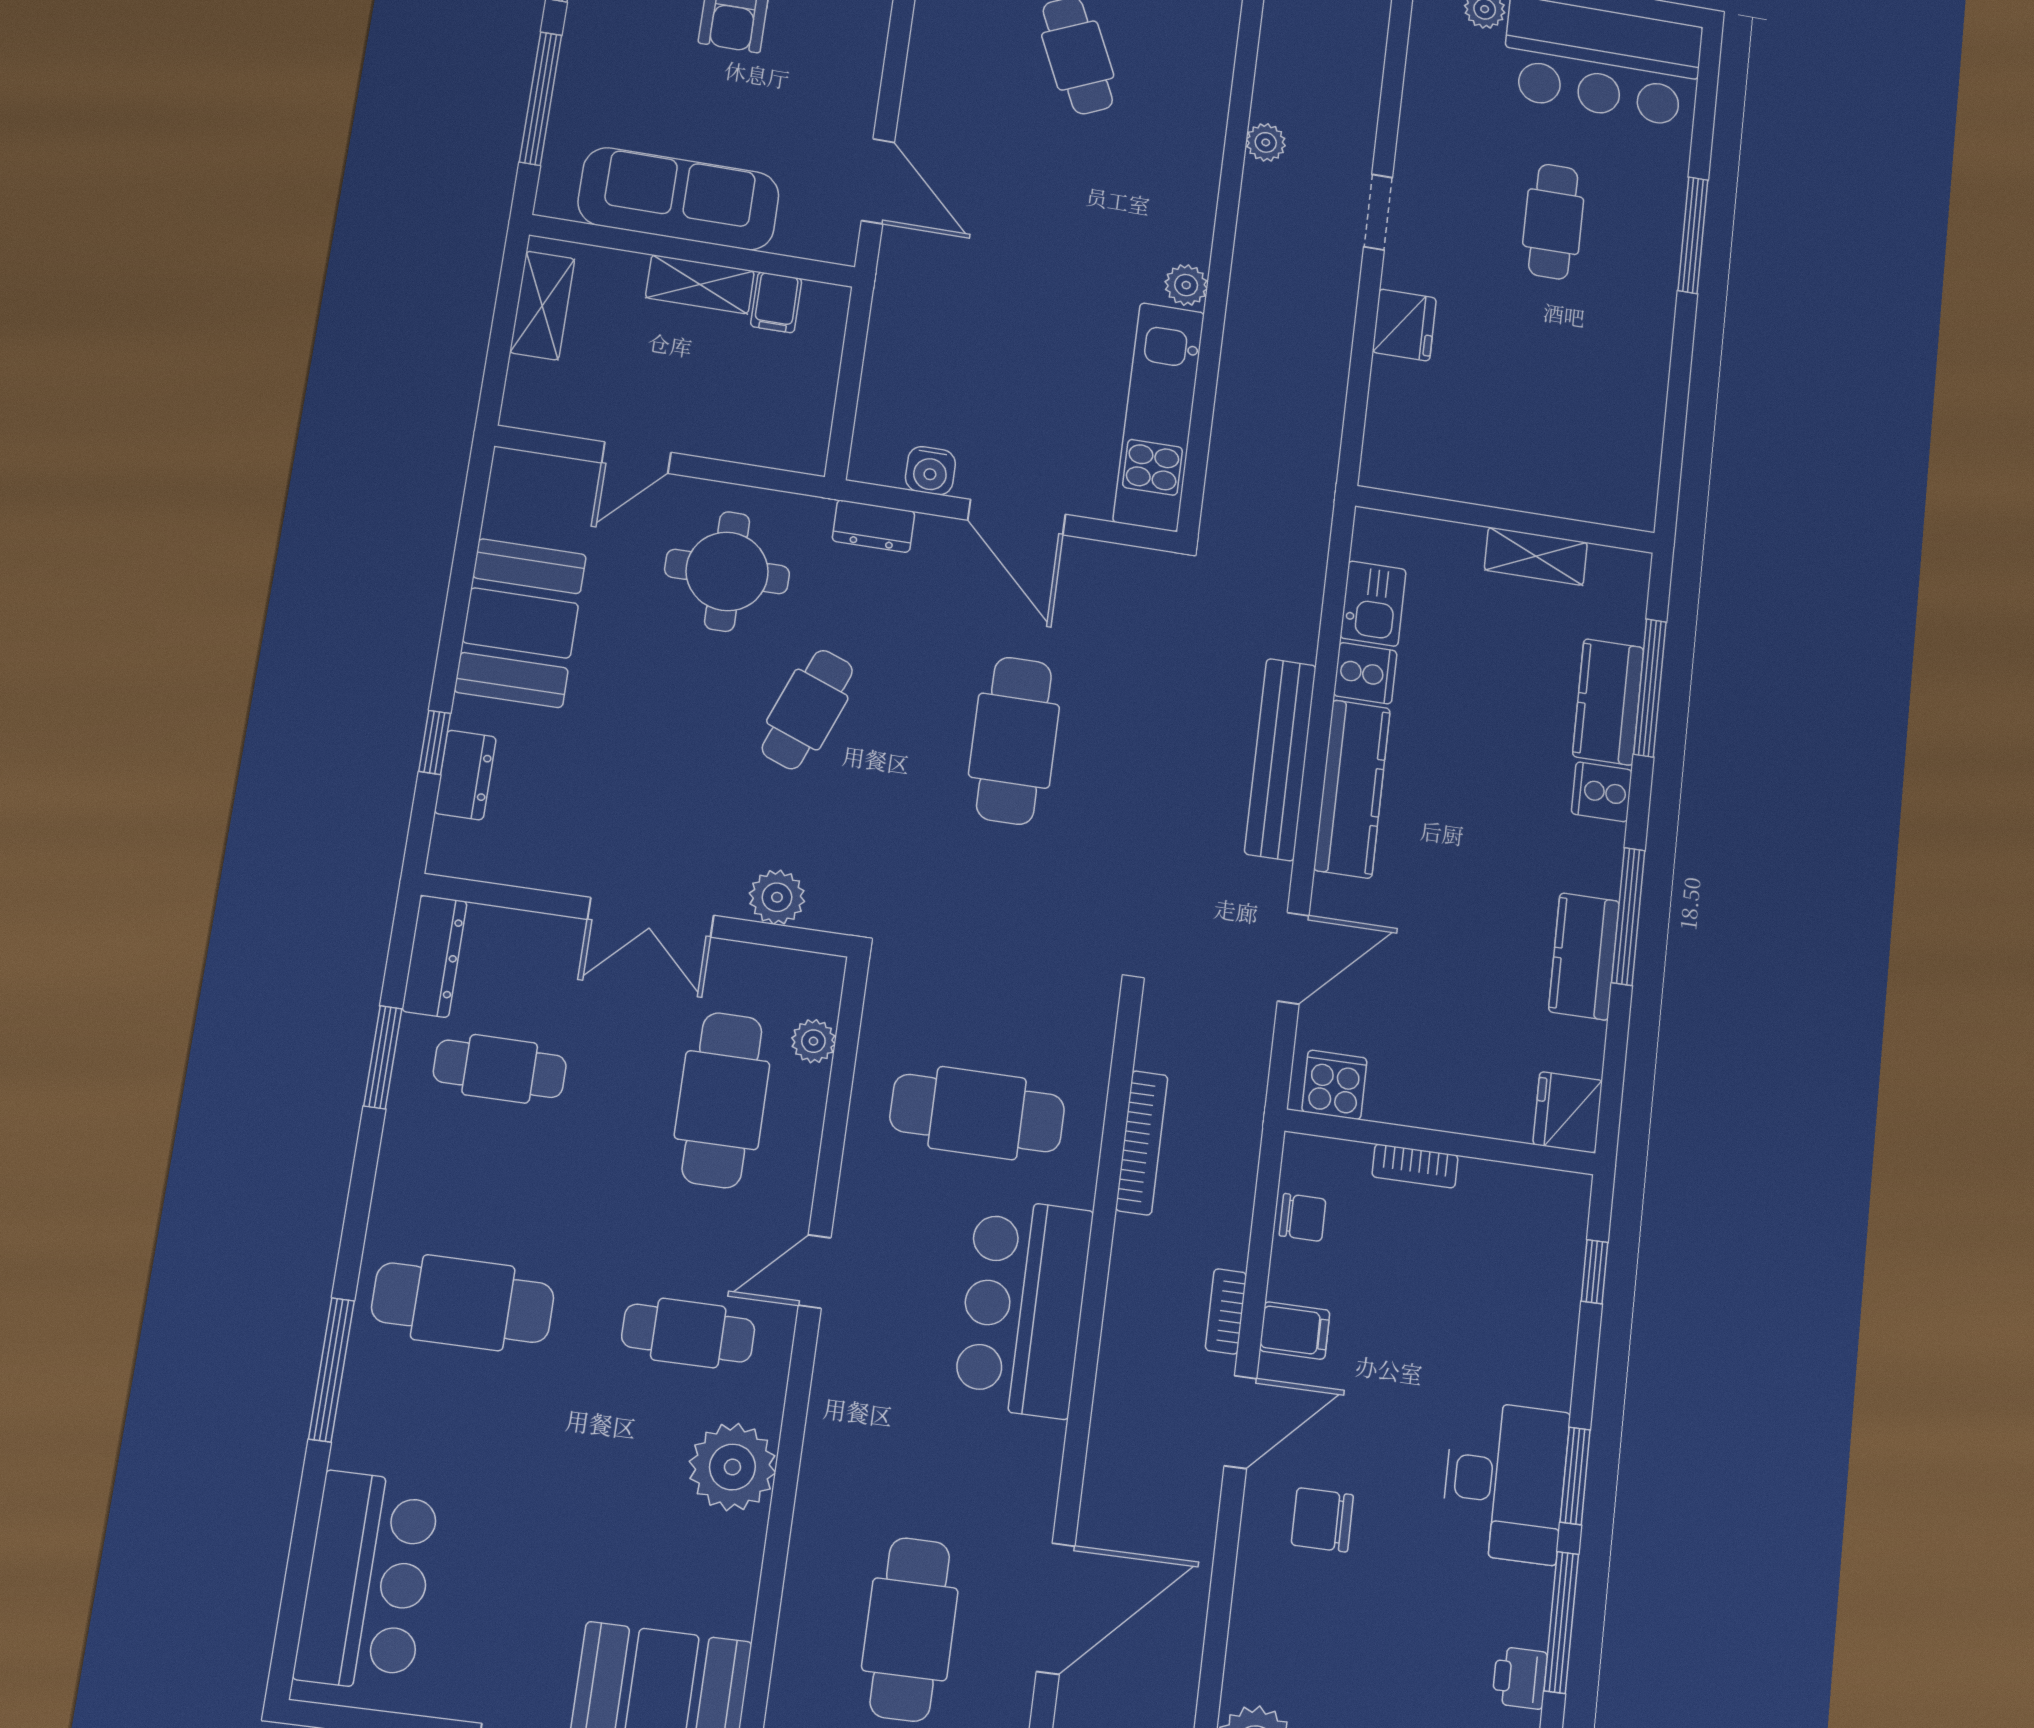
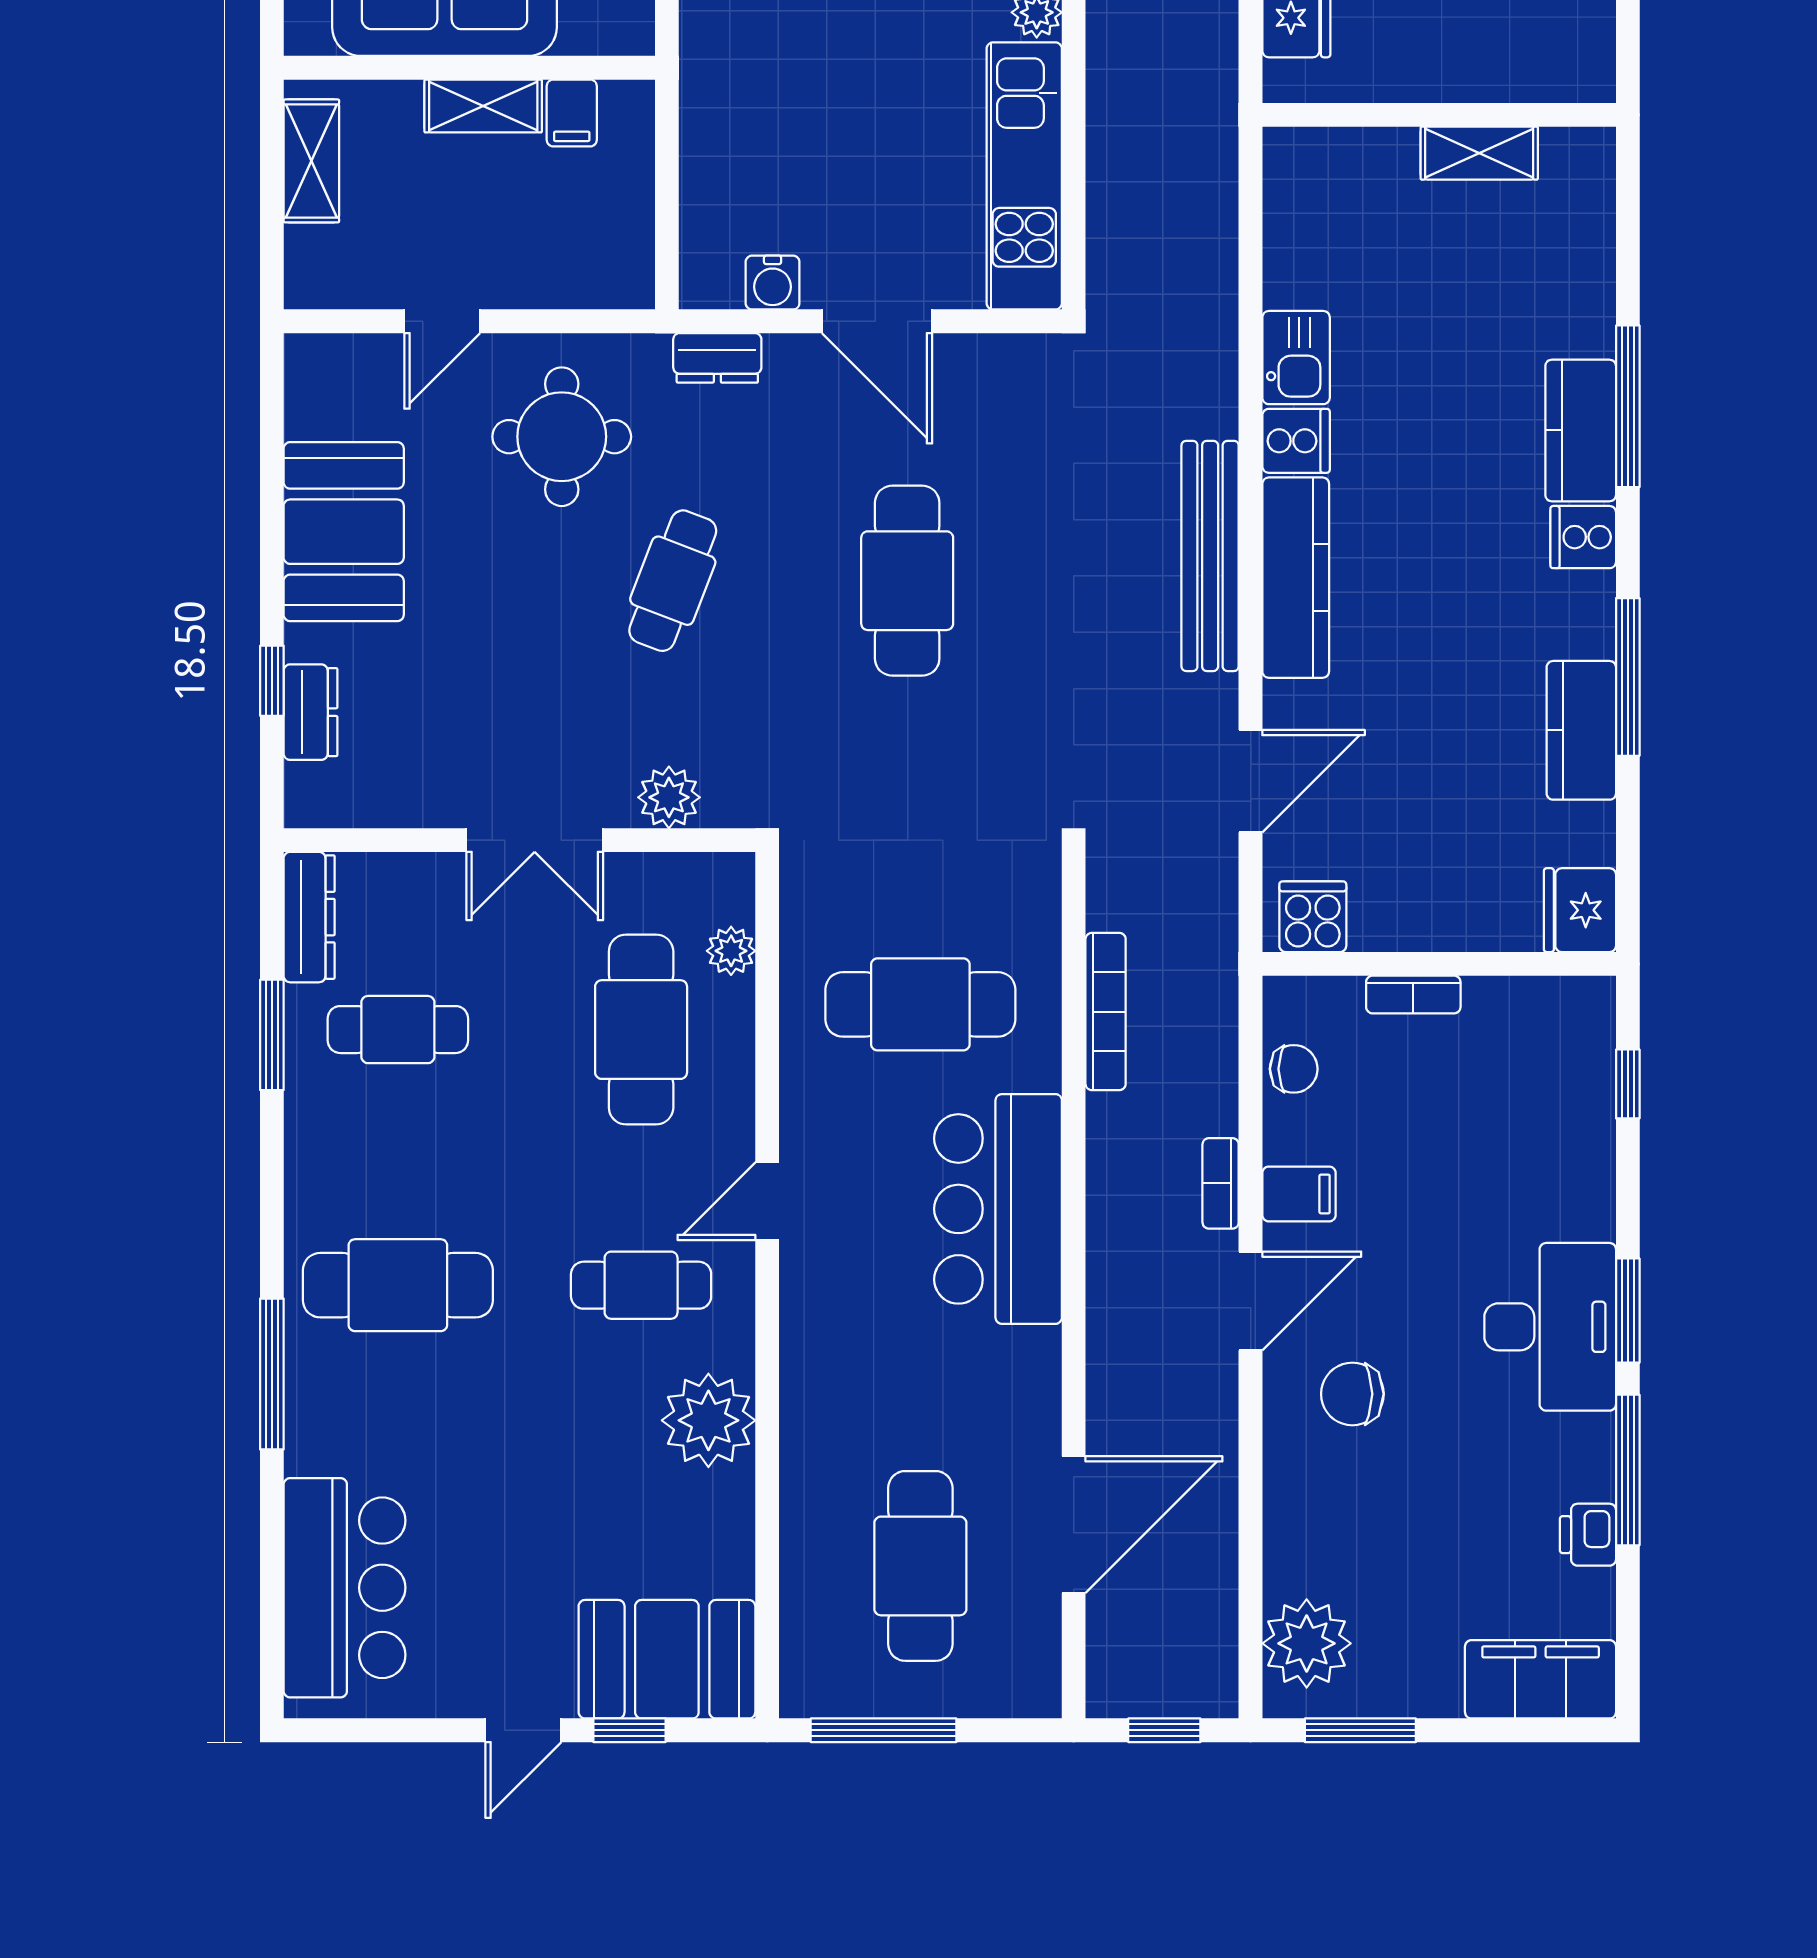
wall: (1505, 519) -> (1439, 115), moved
shelving: (1536, 556) -> (1479, 153), moved

